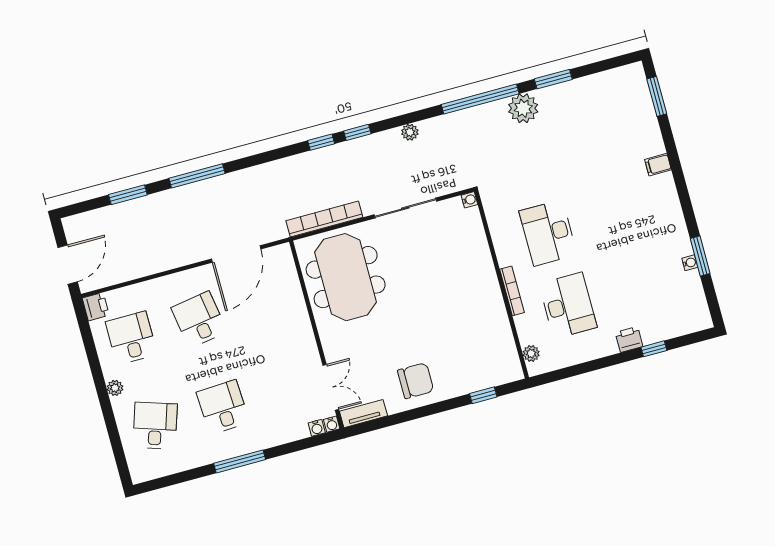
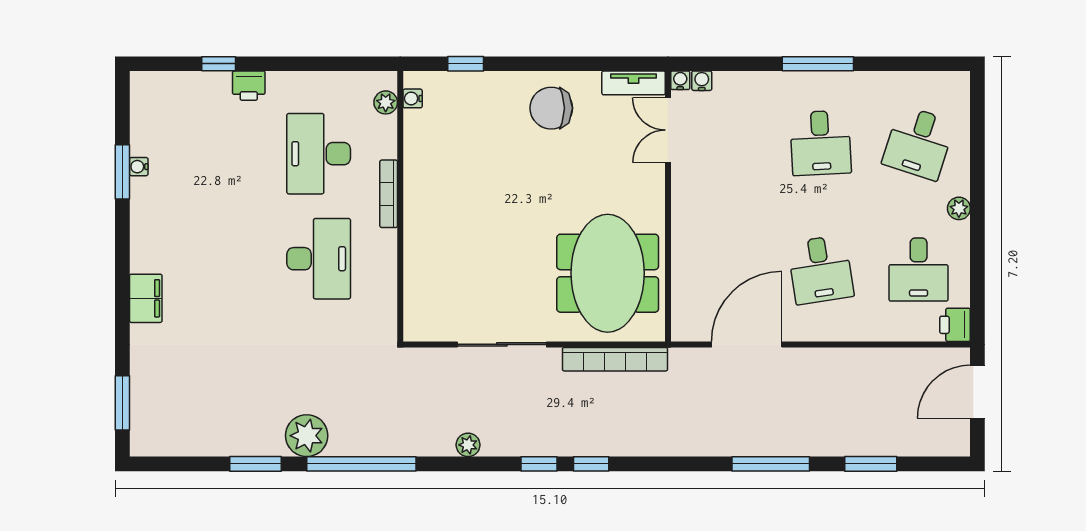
filing cabinet: (658, 165) -> (146, 298), width x2.00
water cooler: (469, 200) -> (413, 98), moved

